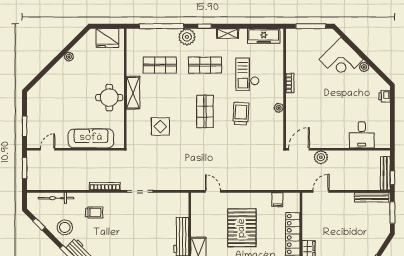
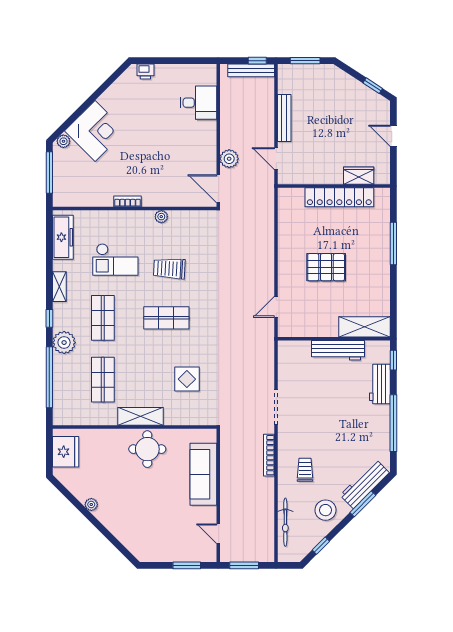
plant: (364, 67) -> (63, 141), moved
bench: (372, 197) -> (284, 118), moved
filing cabinet: (277, 200) -> (287, 218), removed
pallet: (242, 228) -> (326, 267), width x0.73, depth x0.71

